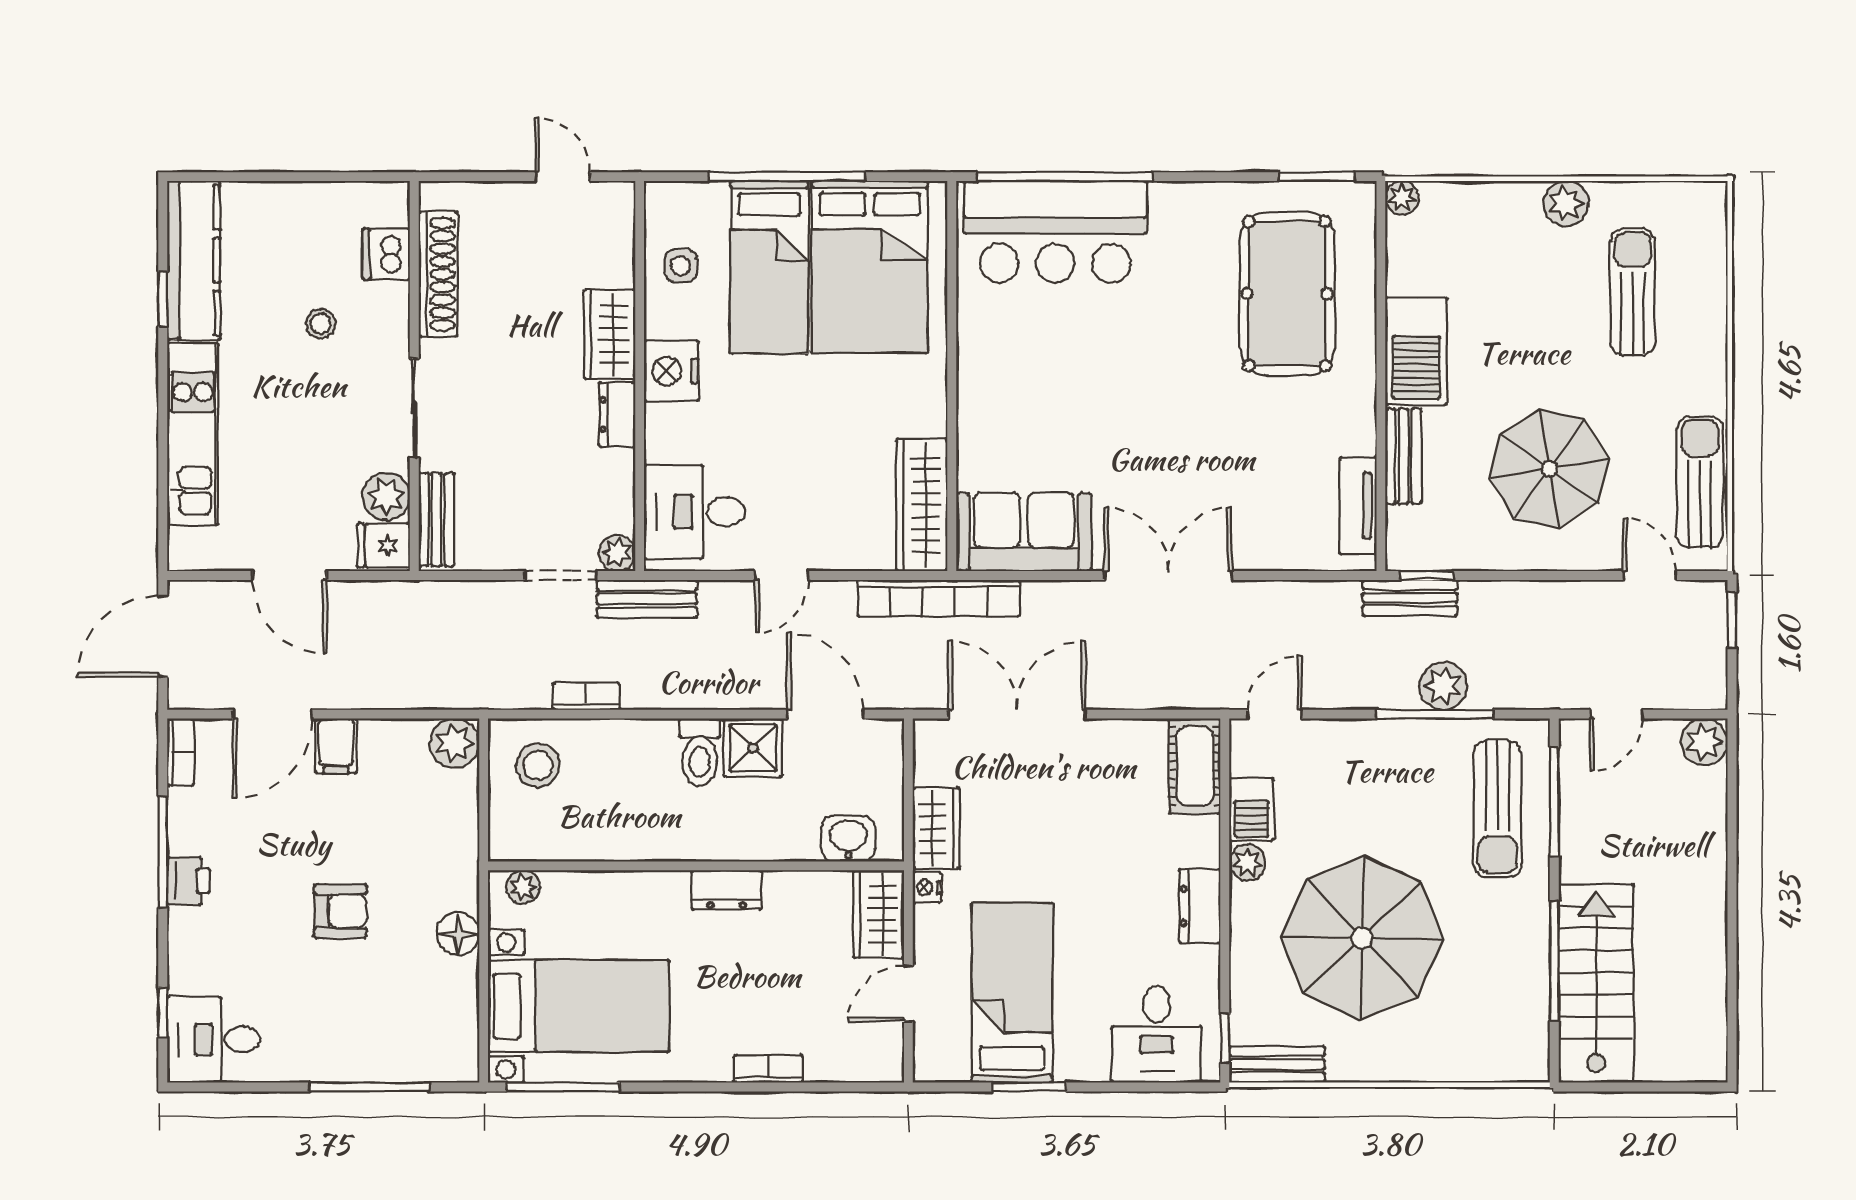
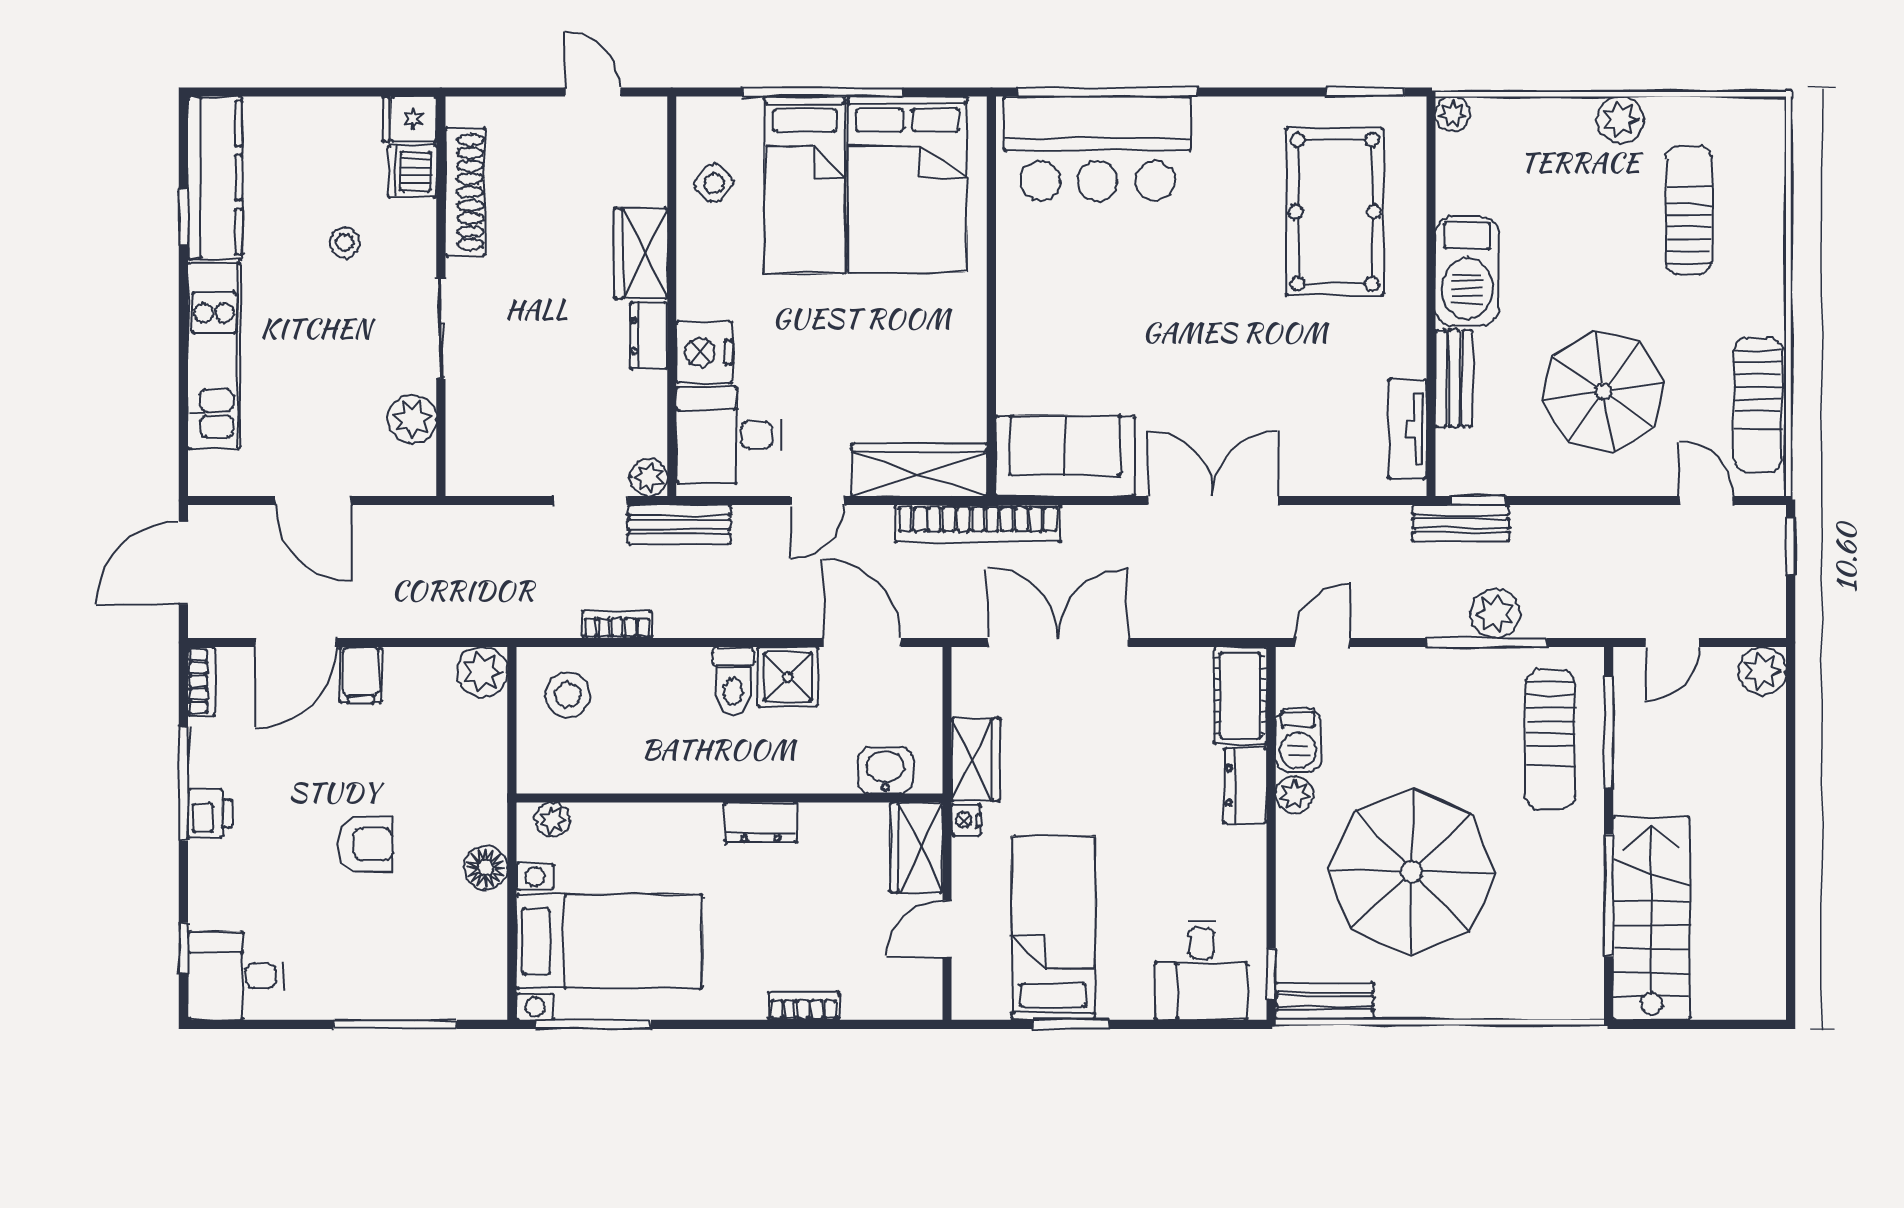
side table: (681, 266) -> (714, 183), turned 37
nightstand: (671, 371) -> (704, 352), moved
sun lounger: (1700, 482) -> (1758, 405), turned 180
wardrobe: (922, 505) -> (919, 470), moved, turned 90
bench: (436, 519) -> (464, 443), removed
fridge: (384, 546) -> (409, 119), moved
dresser: (1200, 906) -> (1245, 786), moved

